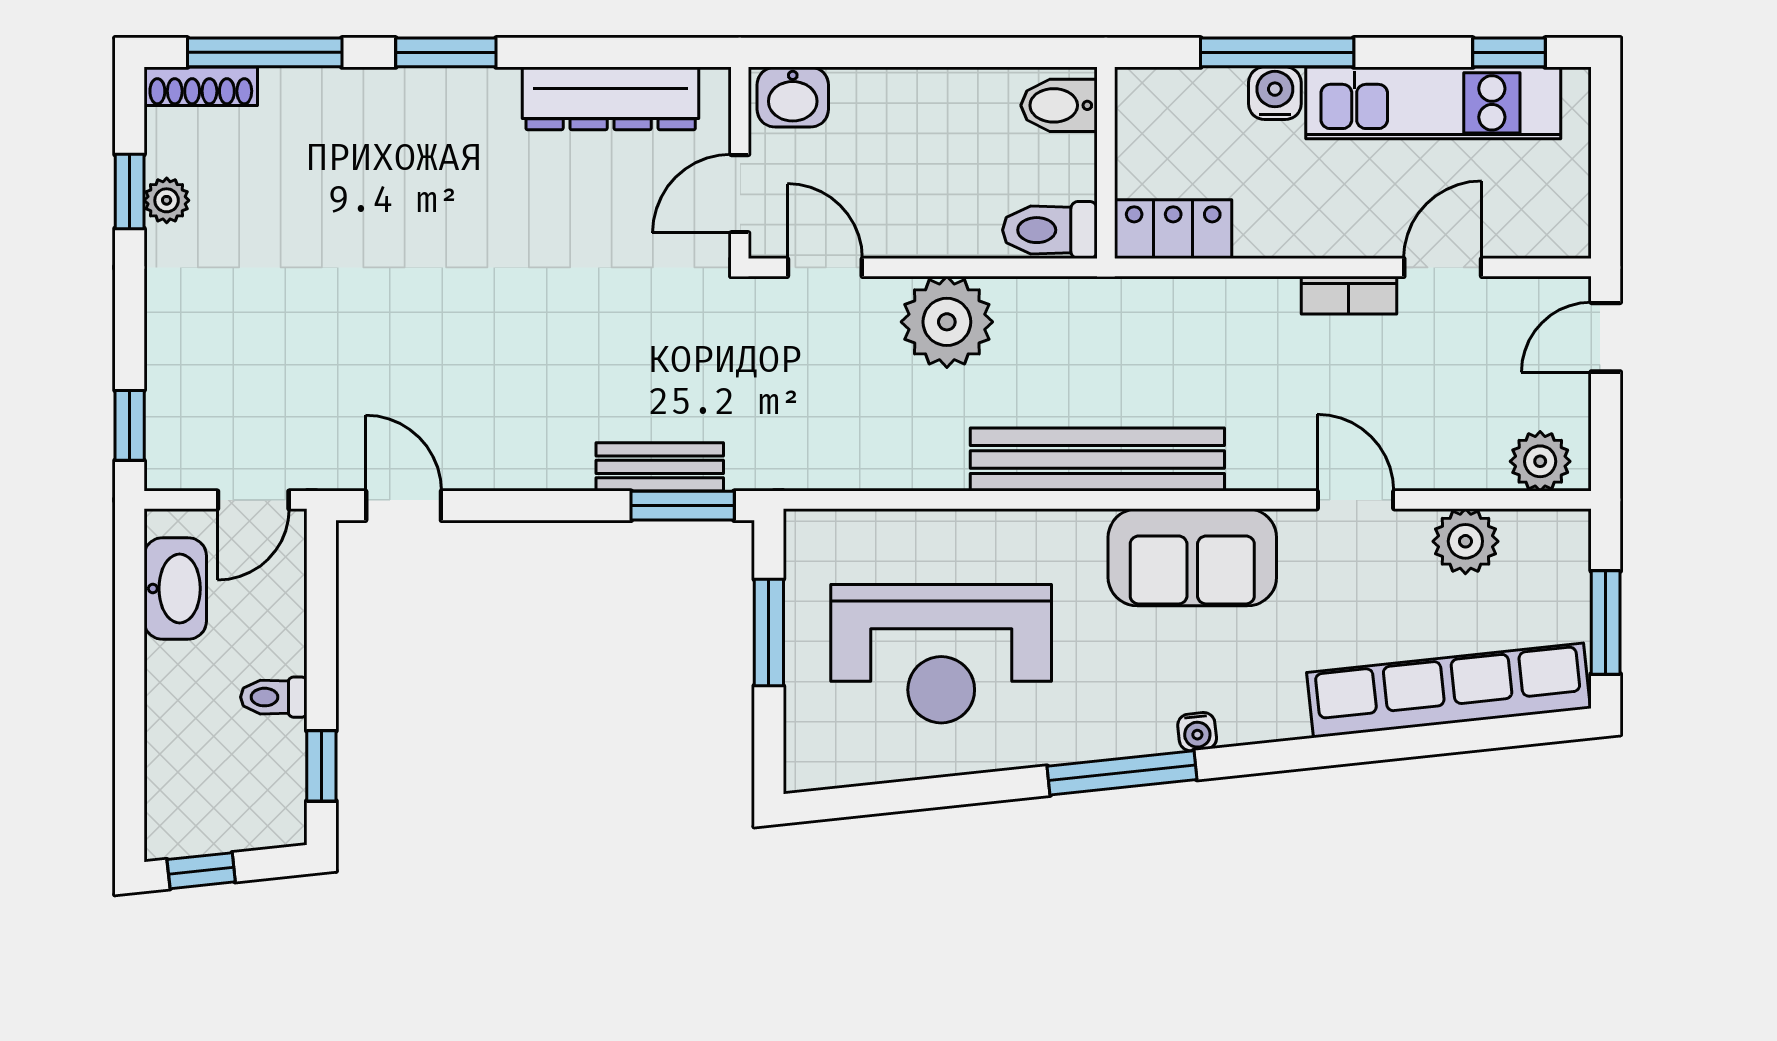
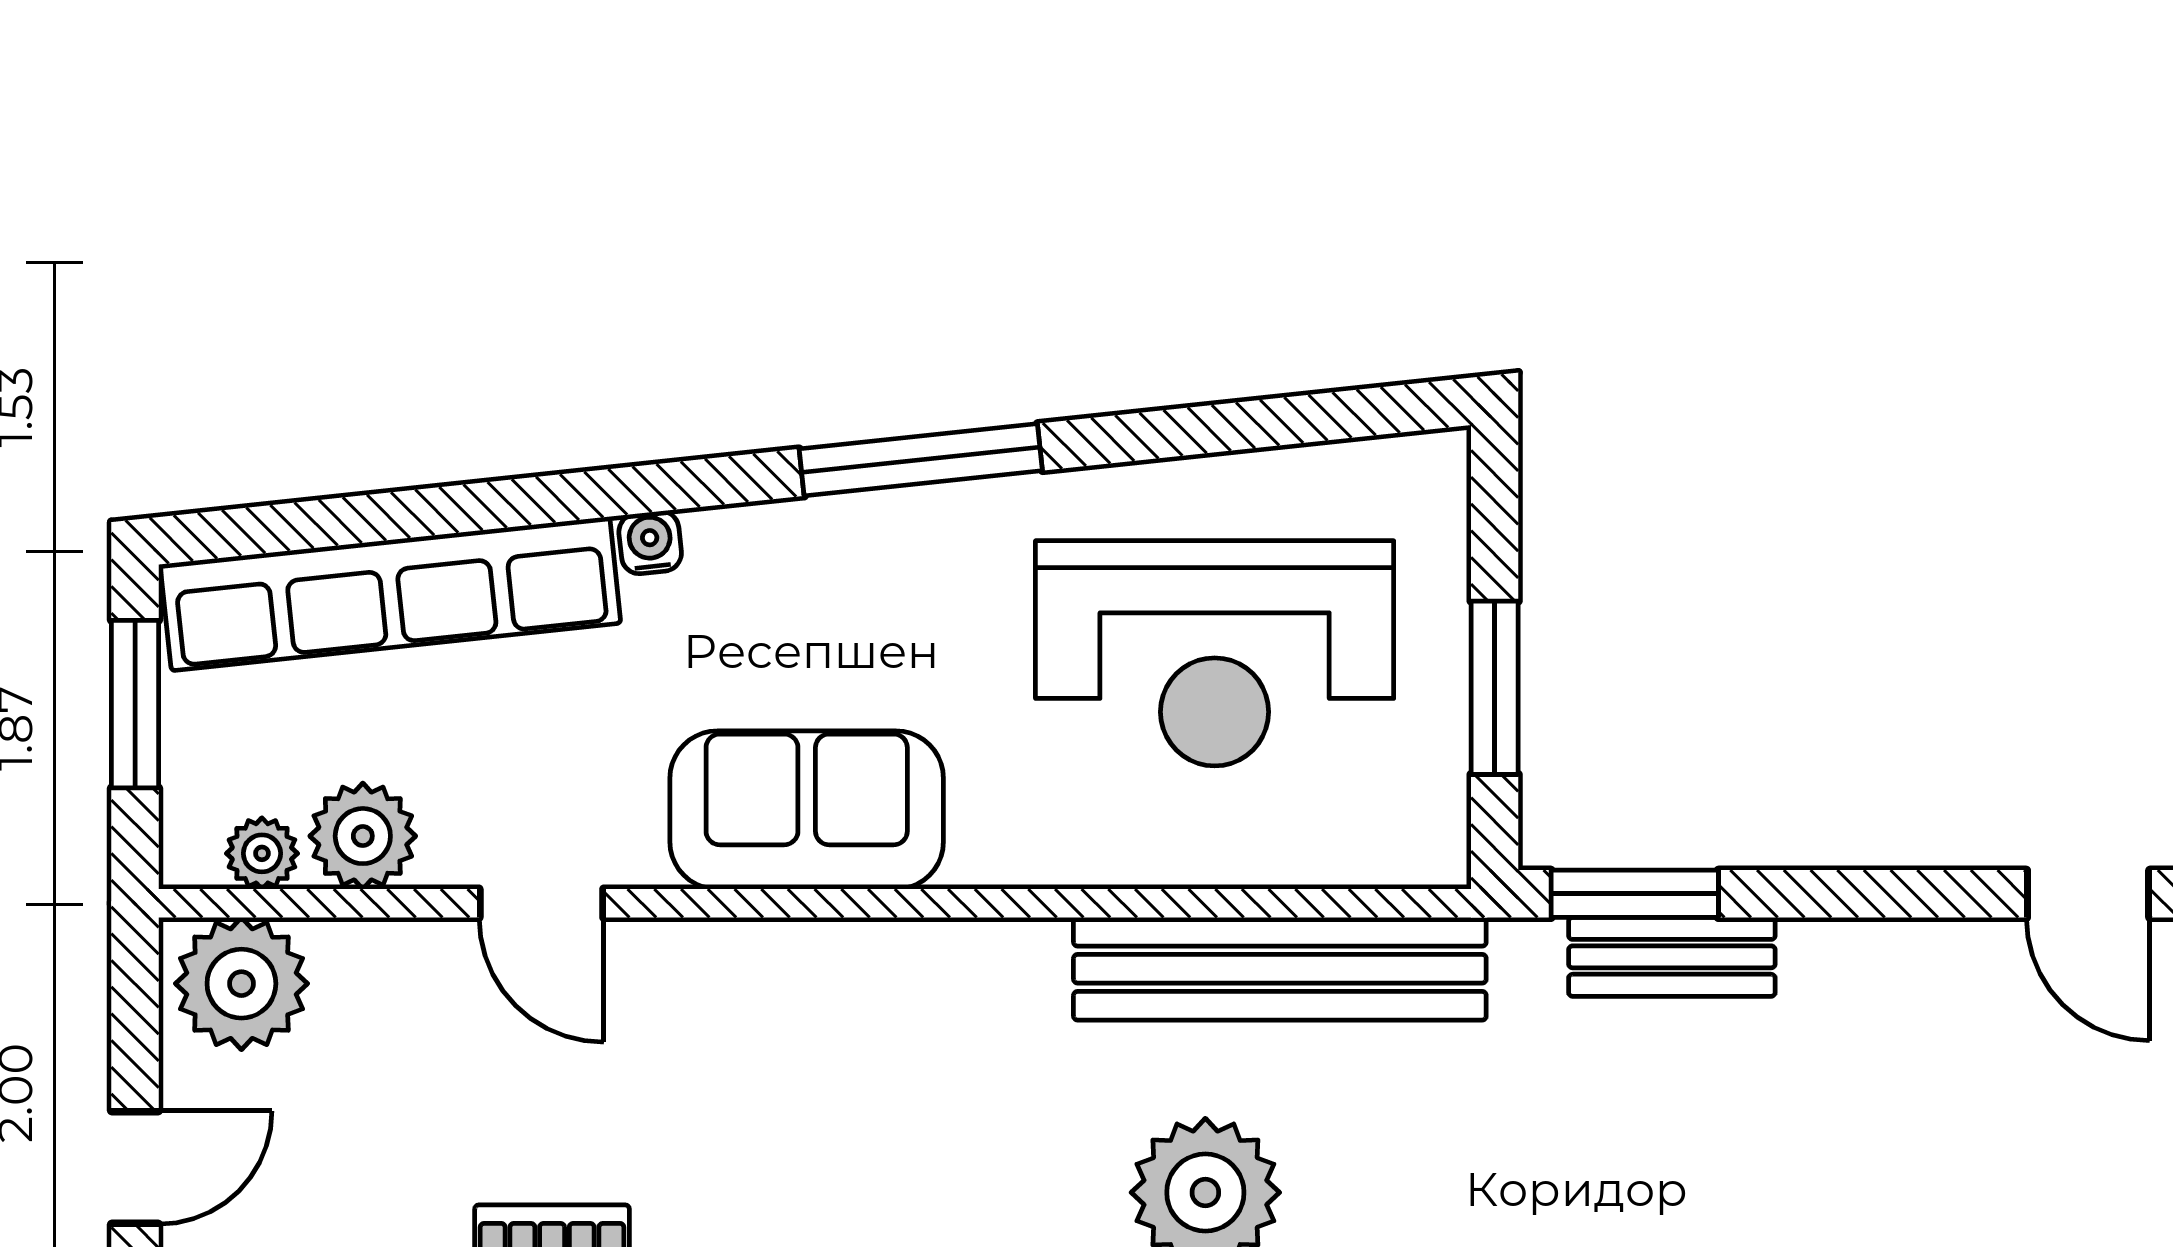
bench: (1097, 460) -> (1280, 969), moved
plant: (1540, 461) -> (241, 984), width x1.36, depth x1.36
plant: (1528, 531) -> (262, 853), added
reception desk: (941, 654) -> (1215, 653), turned 180
water cooler: (1197, 732) -> (650, 542), moved

